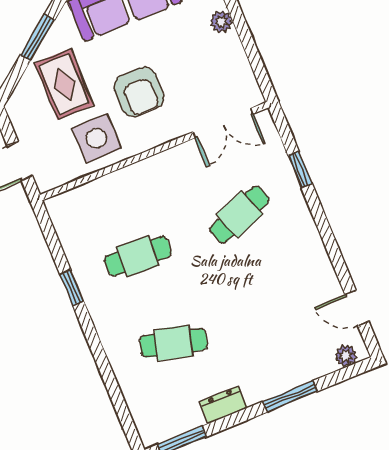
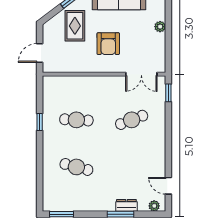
side table: (96, 138) -> (80, 57), removed
window: (300, 170) -> (168, 93), moved
dresser: (223, 405) -> (126, 205), moved

